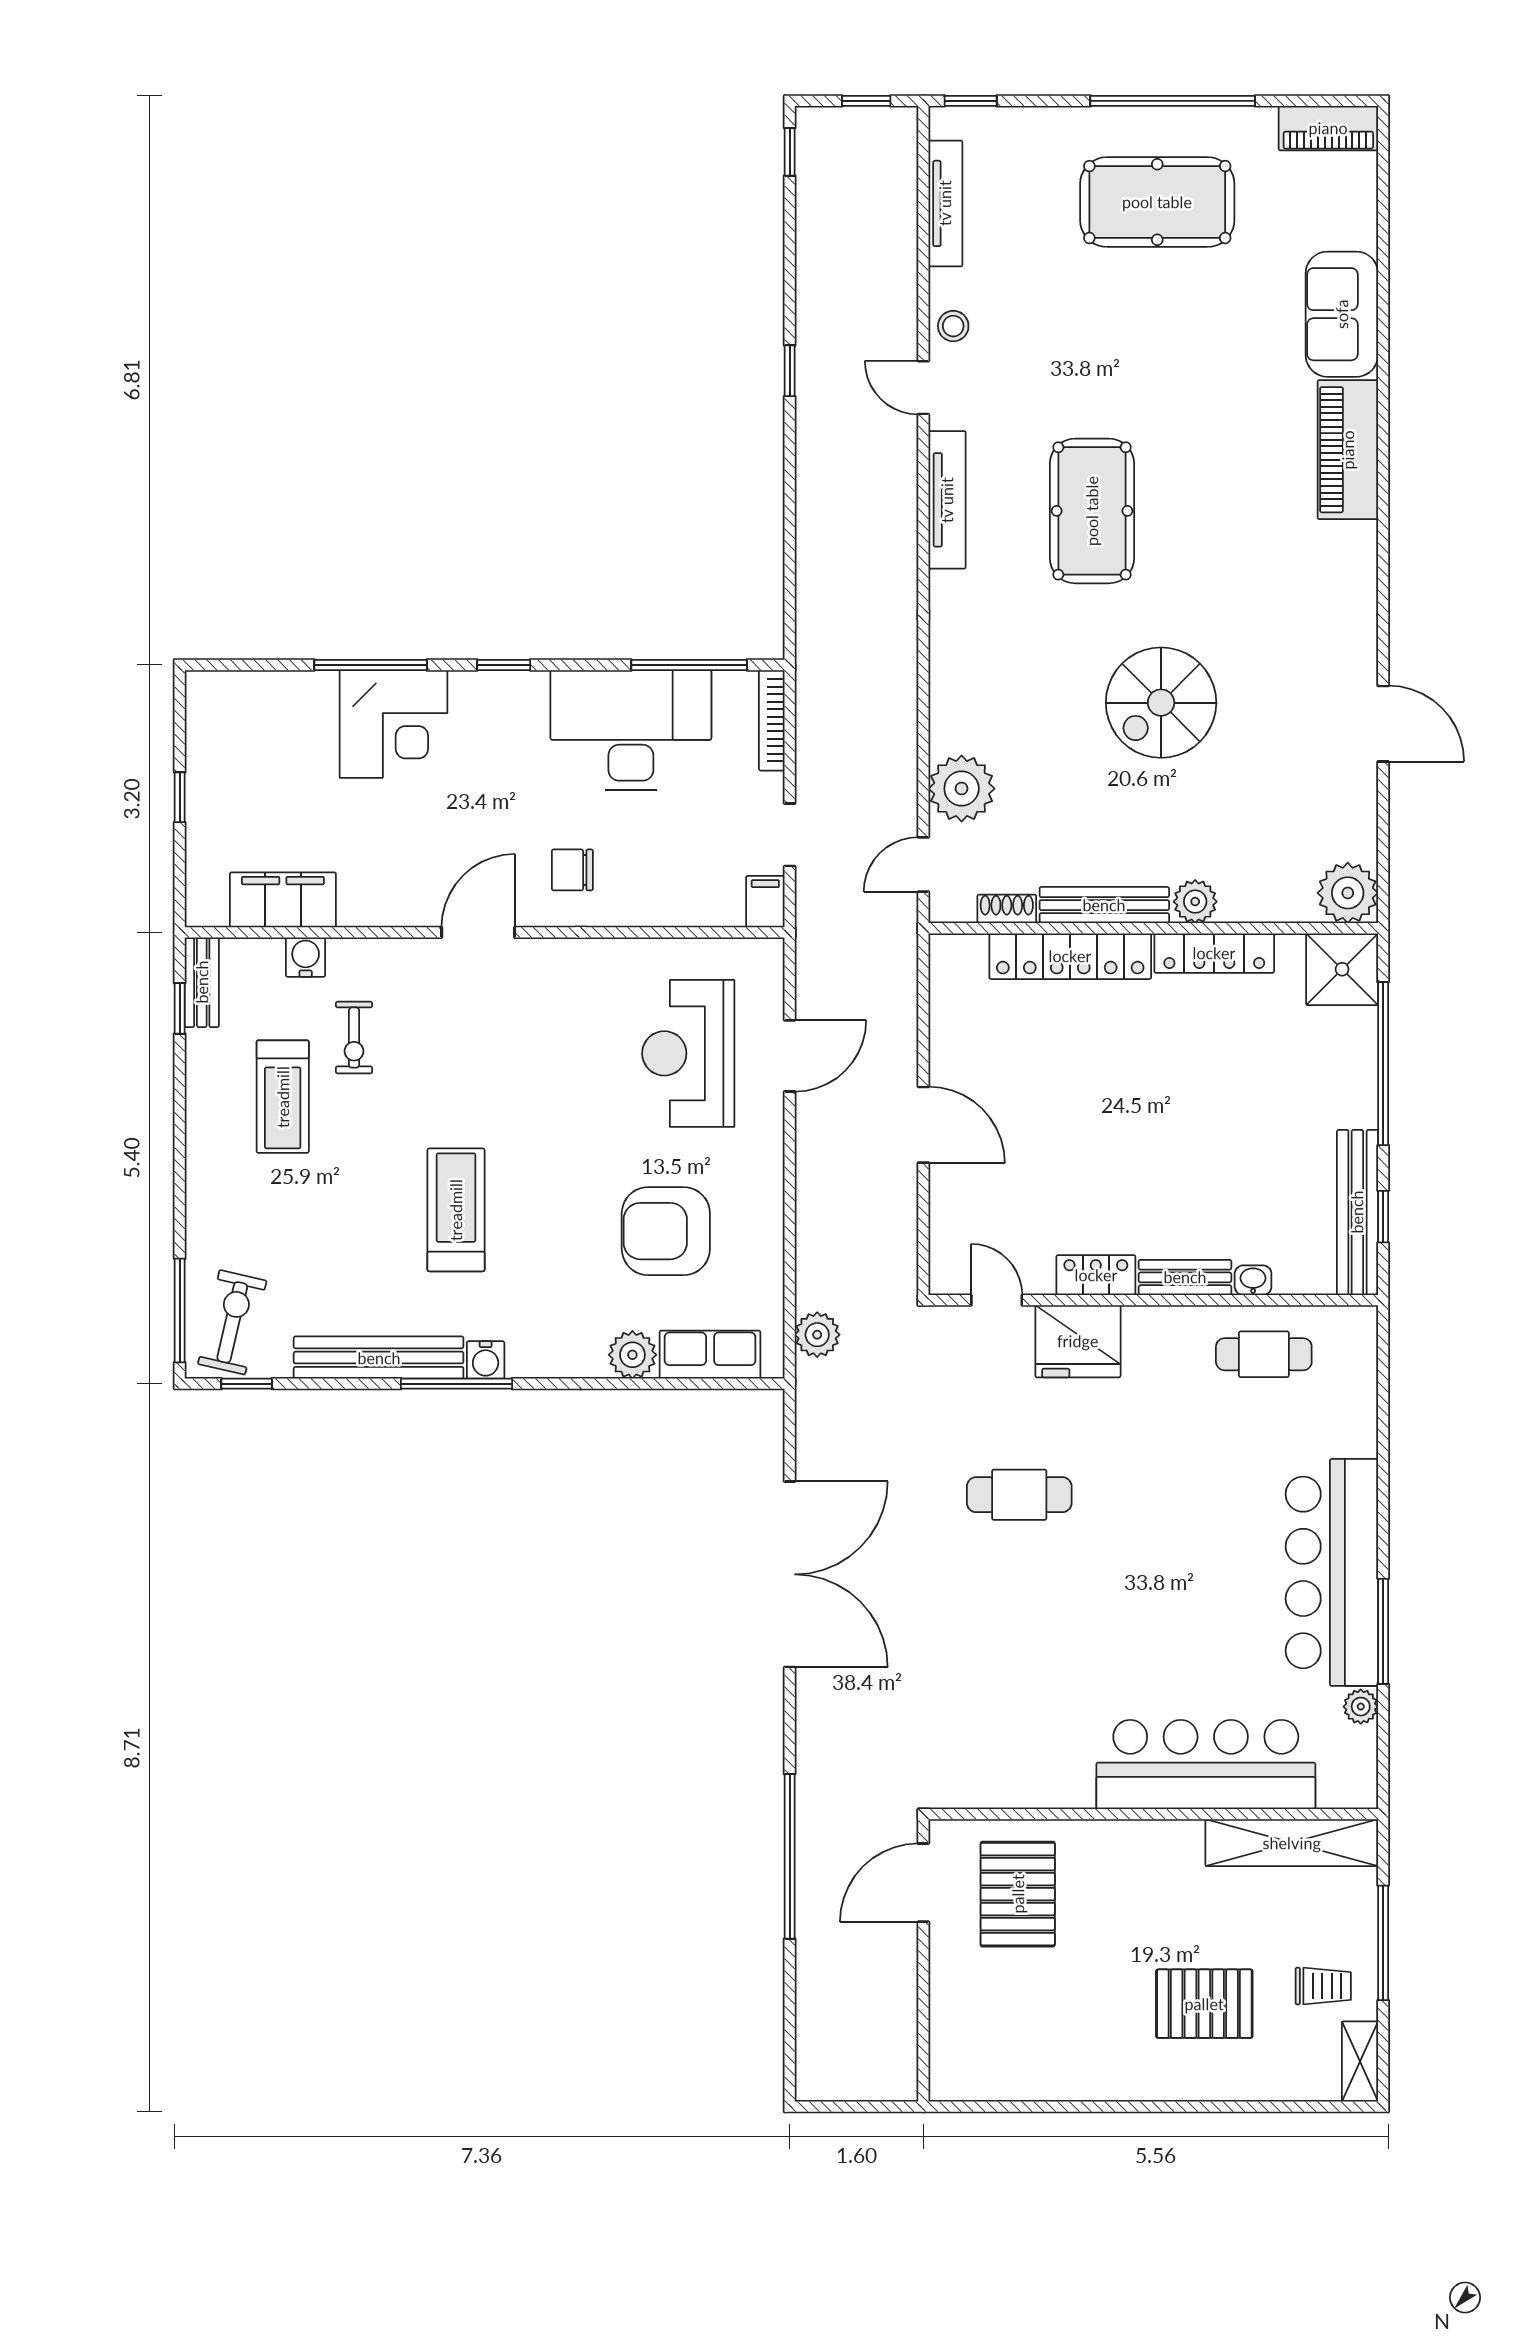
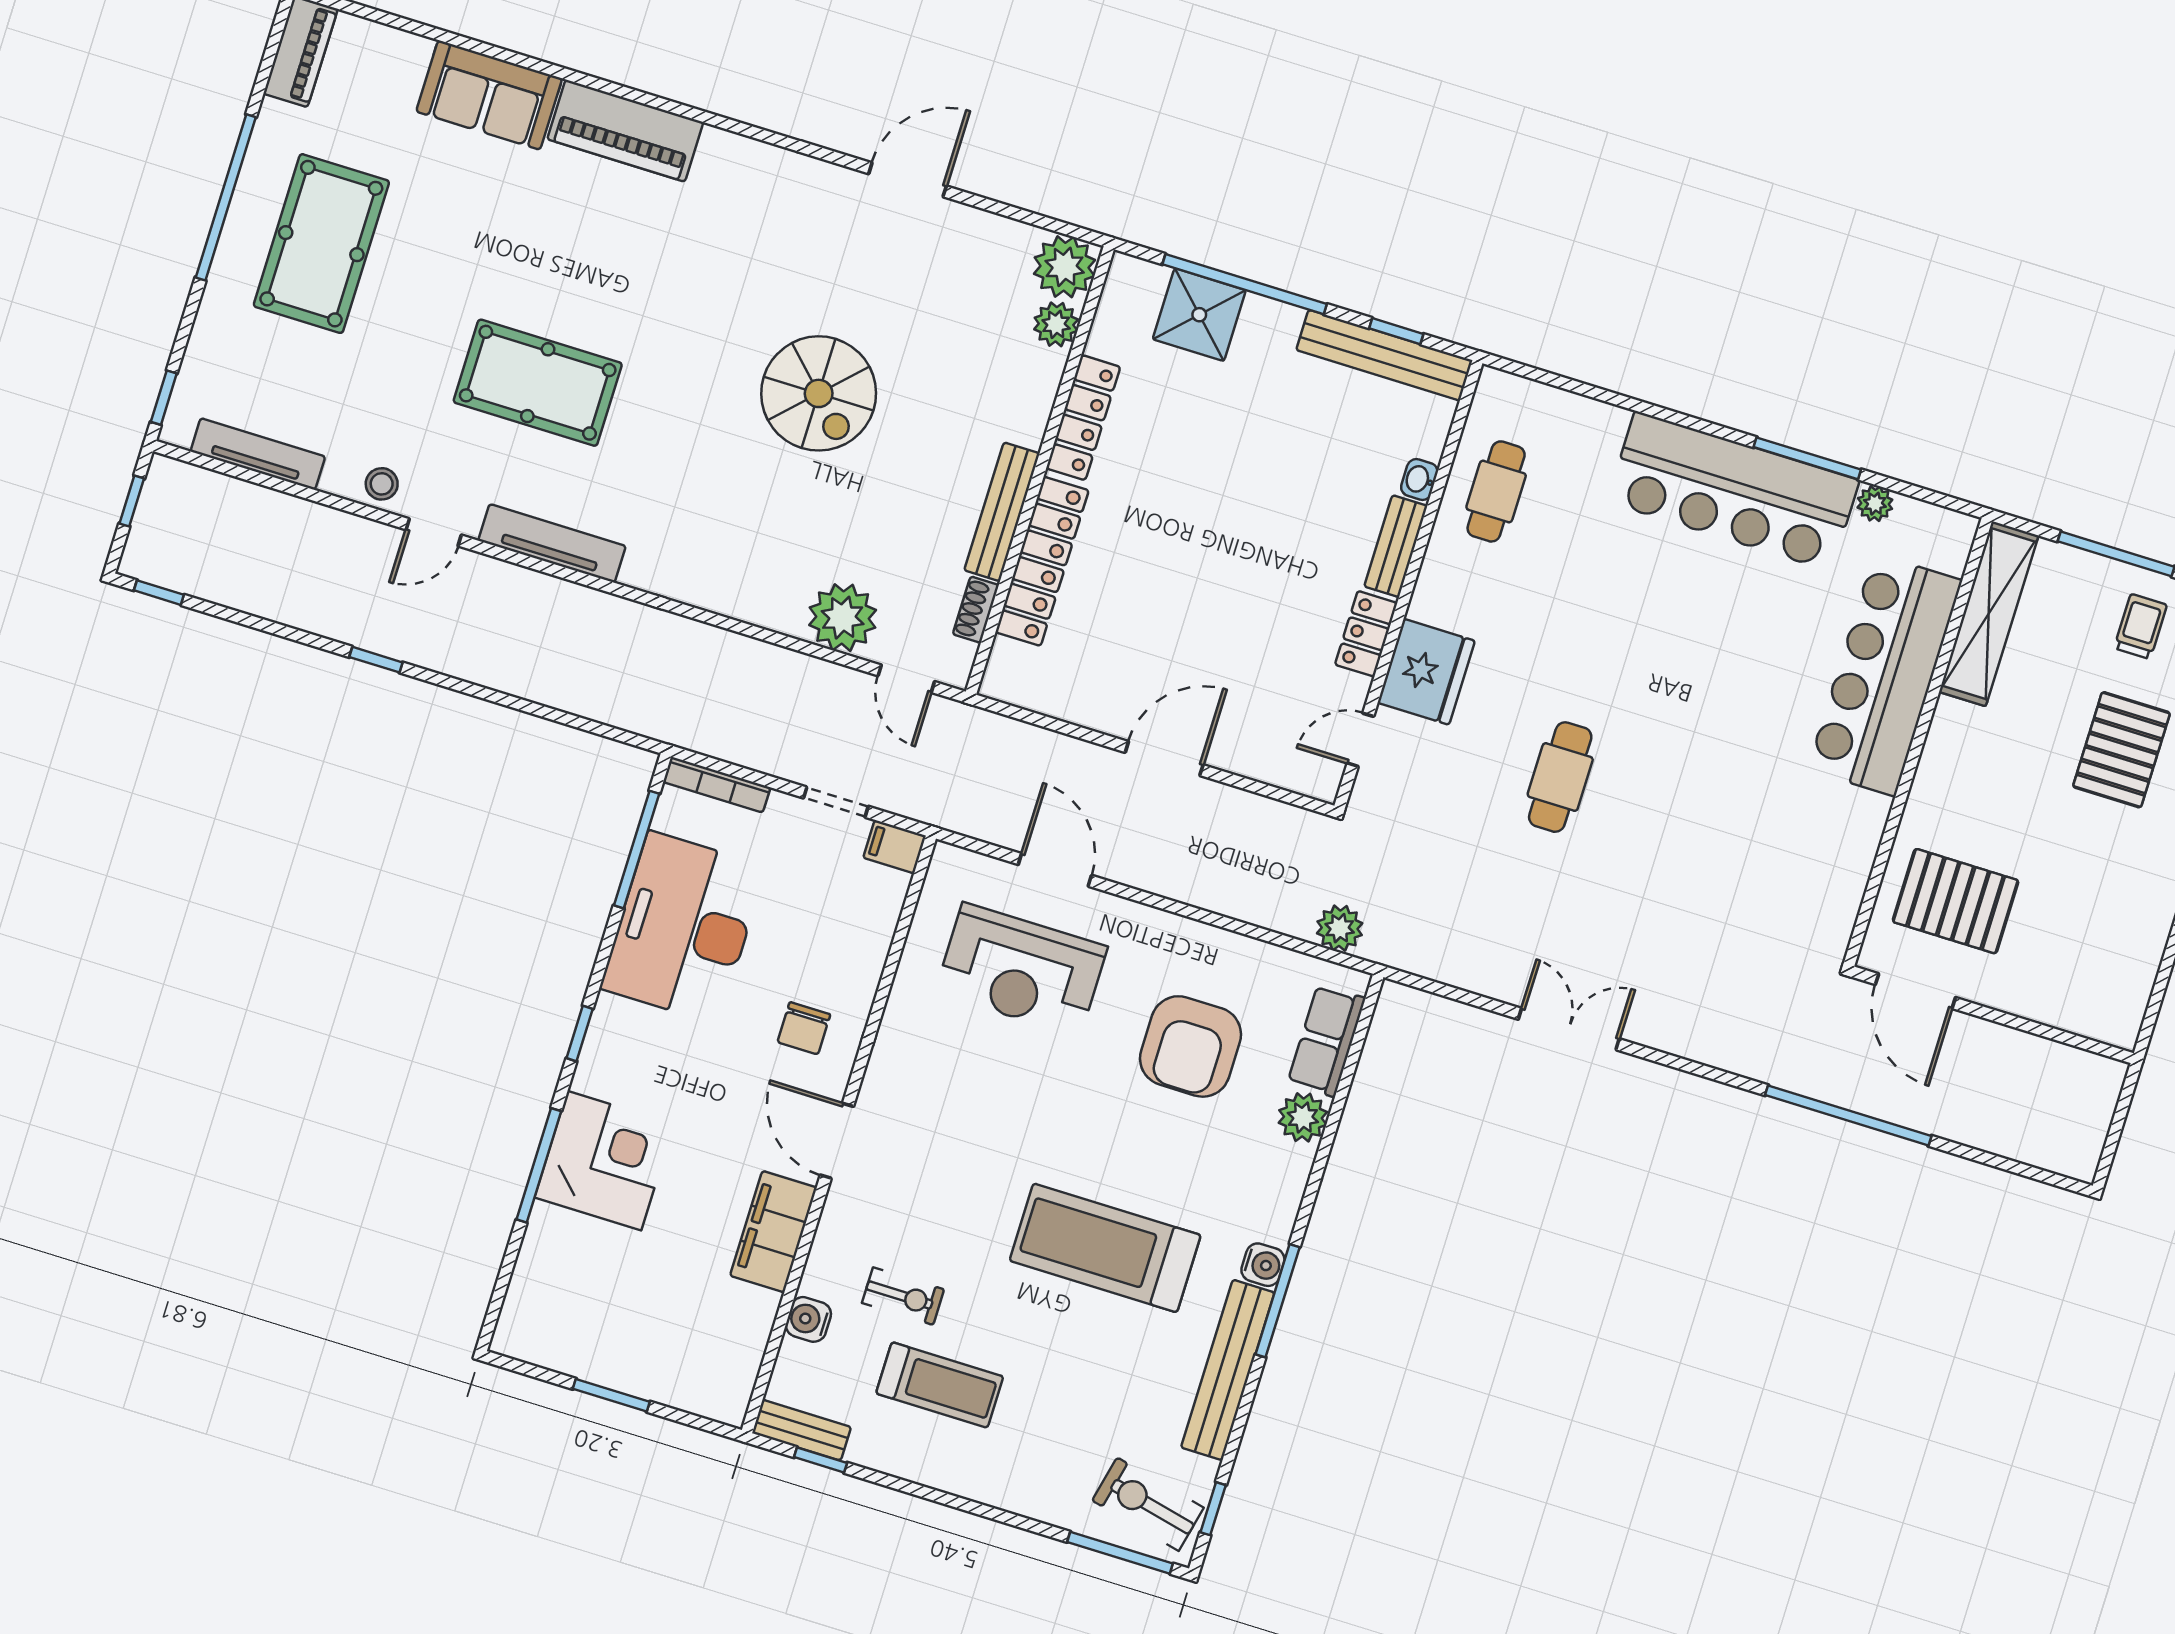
pool table: (1092, 511) -> (538, 383), moved
window: (180, 797) -> (611, 1395), width x1.50
filing cabinet: (283, 900) -> (773, 1232), moved
plant: (1195, 902) -> (1056, 324), moved
shower: (1342, 969) -> (1199, 315), moved
treadmill: (456, 1210) -> (1105, 1248), width x1.37, depth x1.38
double door: (790, 1574) -> (1569, 1029), width x0.54

